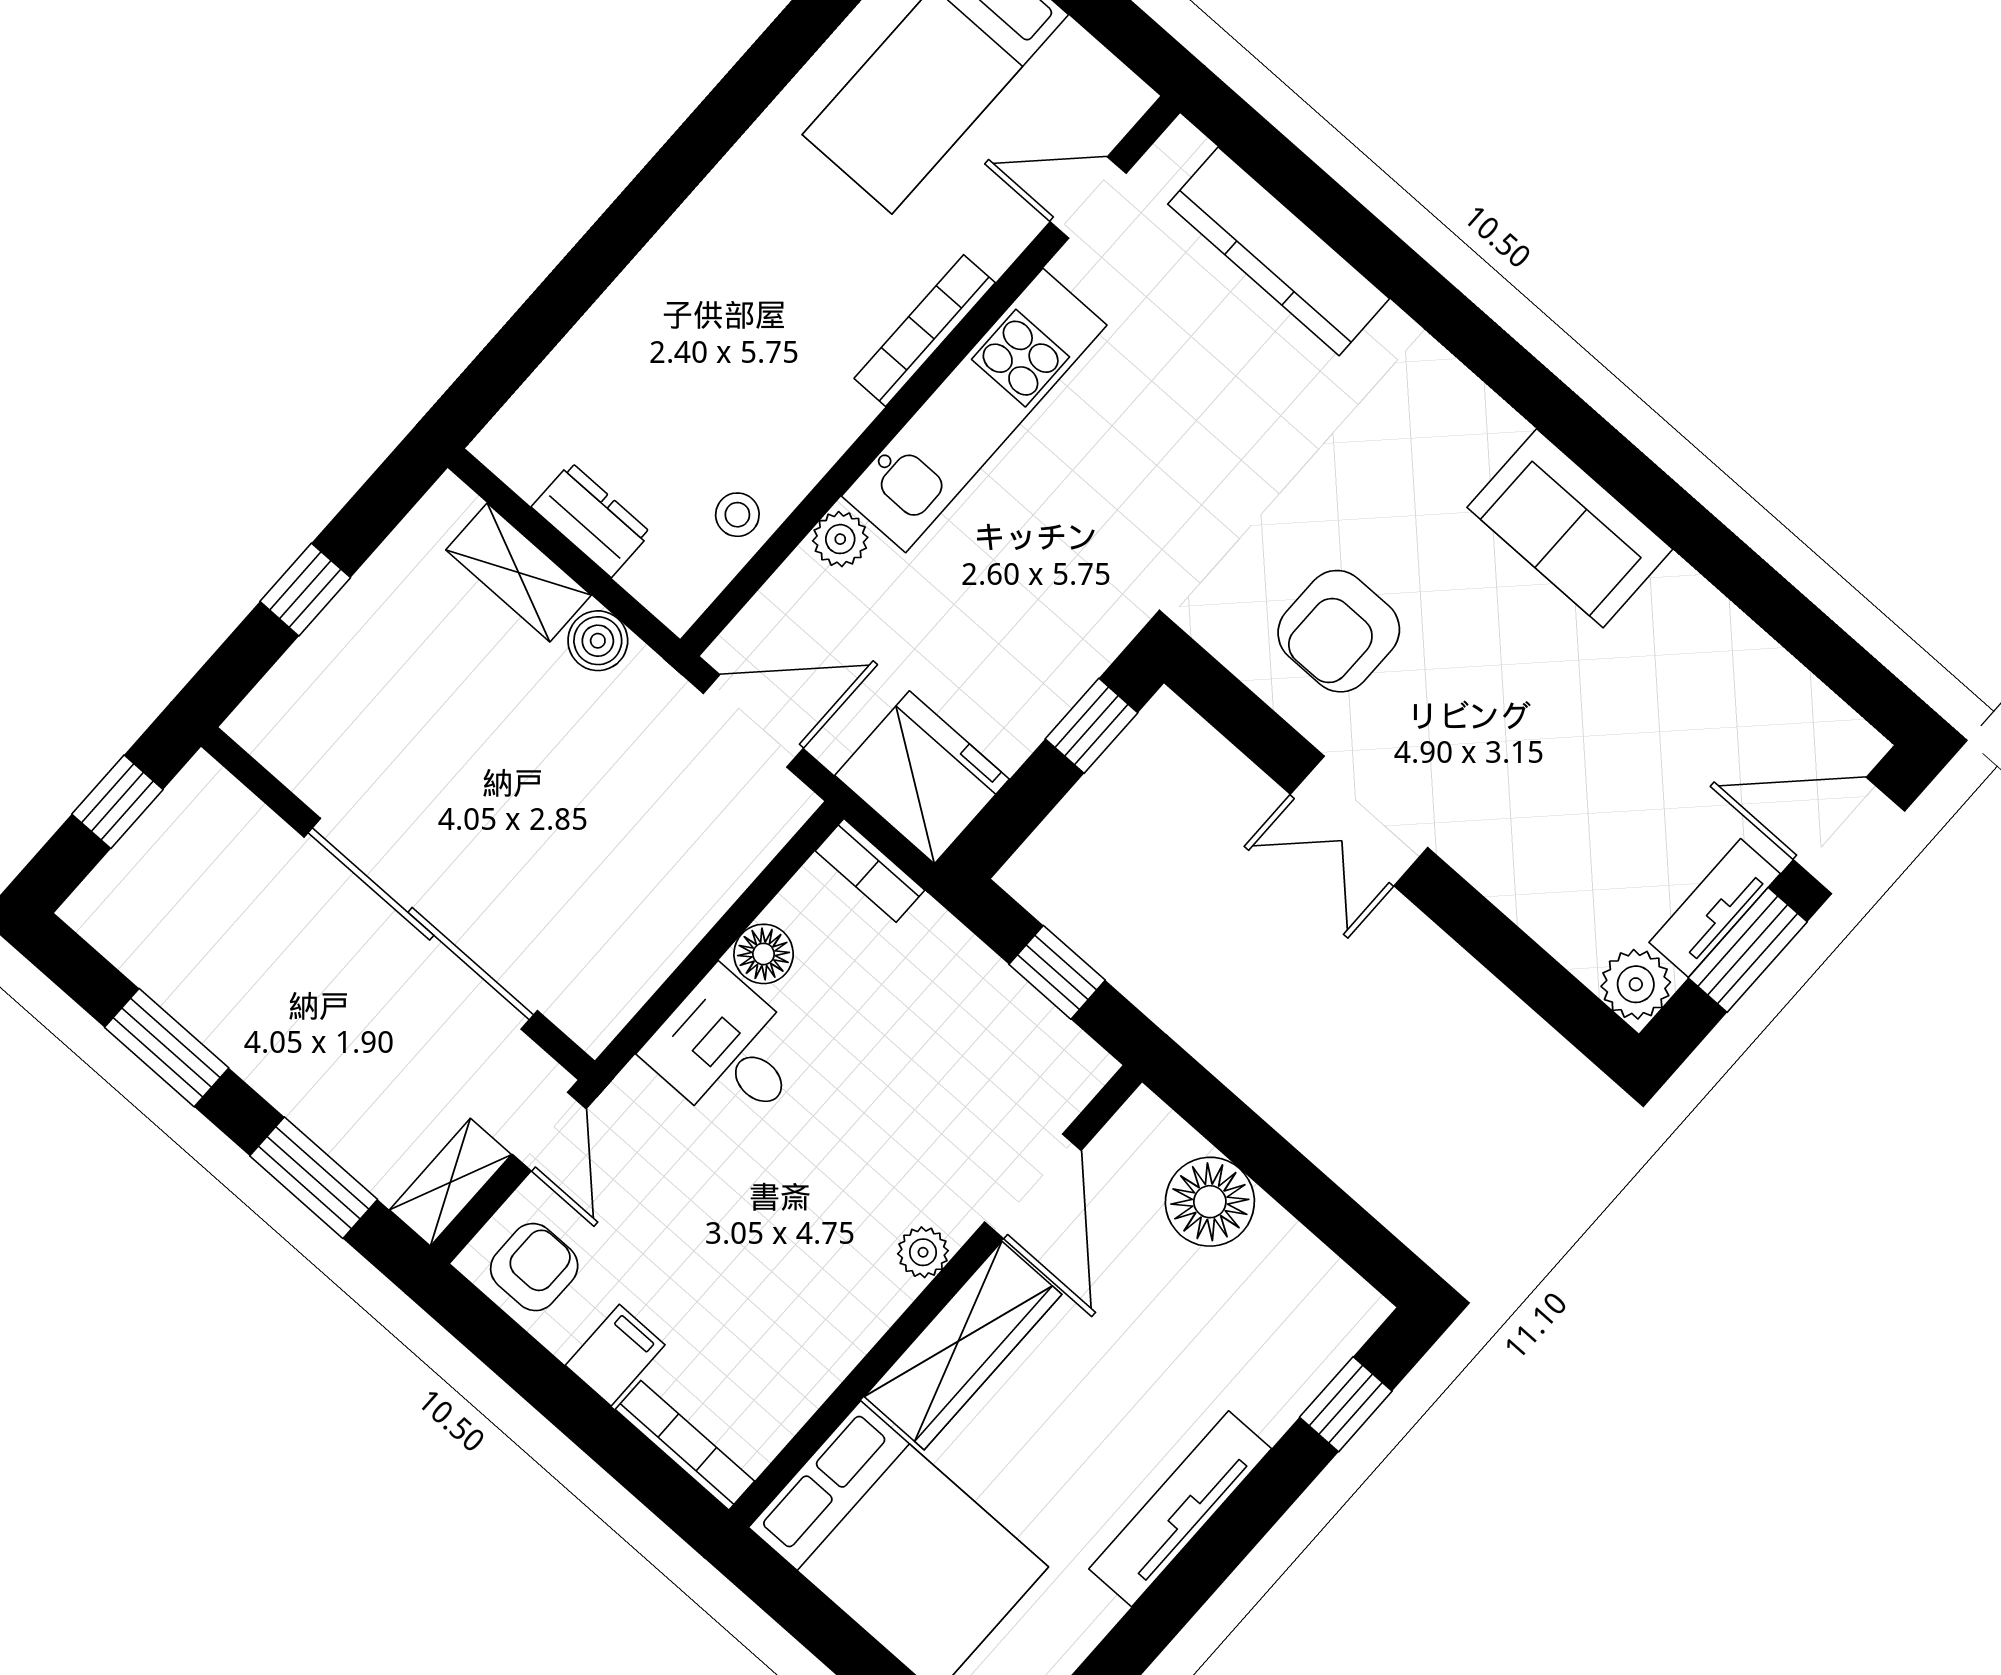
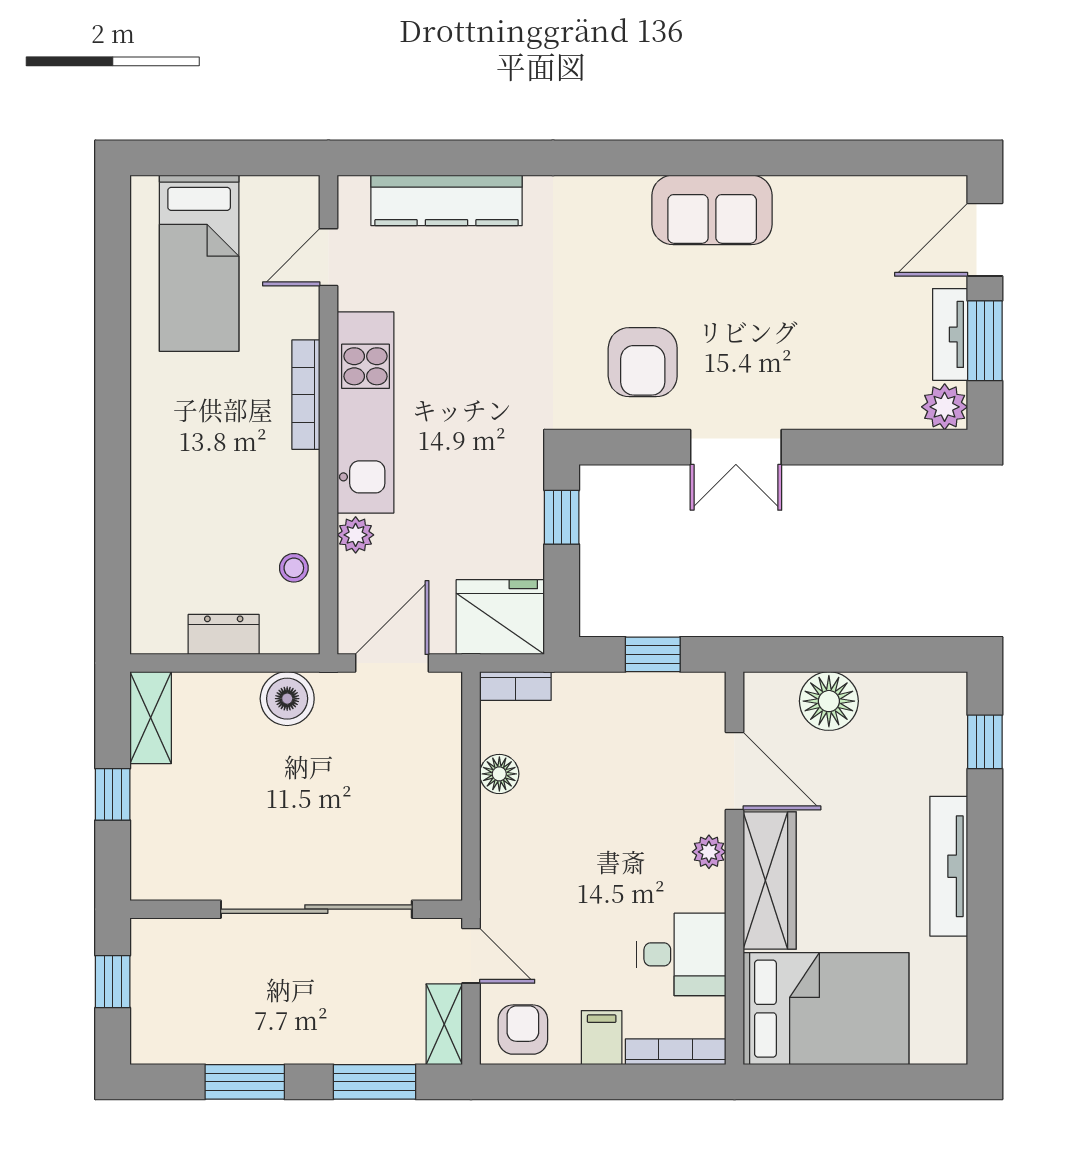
shelving: (518, 572) -> (151, 718), moved, turned 90
boiler: (598, 641) -> (287, 699), width x1.36, depth x1.36
desk: (727, 1052) -> (681, 954), moved, turned 180

